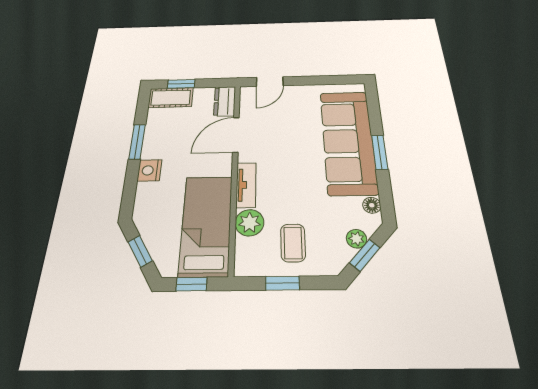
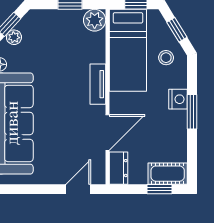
window: (137, 142) -> (192, 112), moved
stool: (158, 217) -> (166, 58), added
plant: (249, 223) -> (95, 20), moved
coffee table: (293, 243) -> (62, 35), removed

